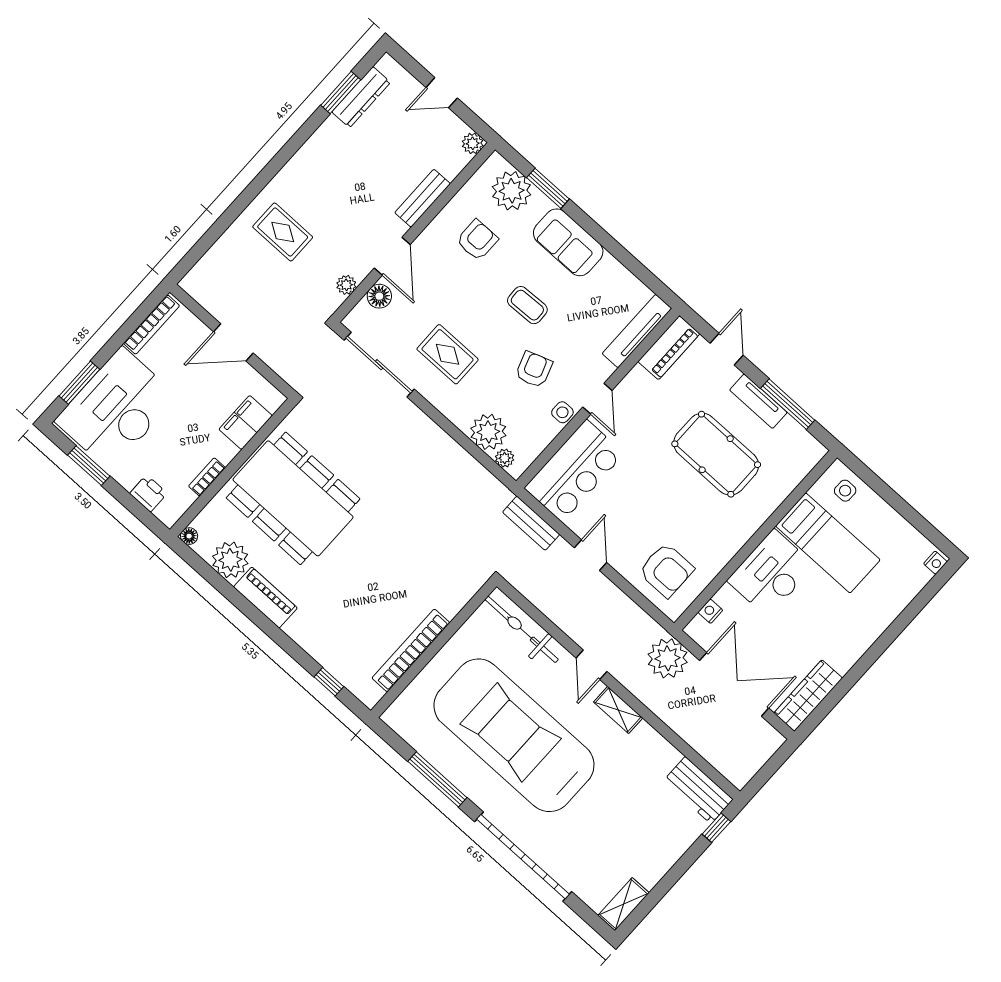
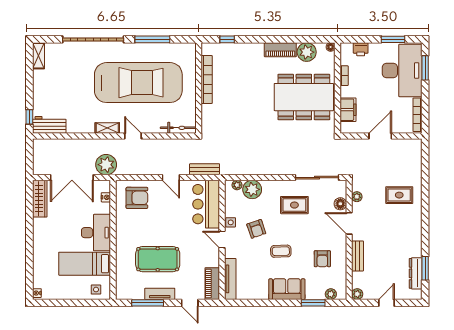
plant: (512, 191) -> (331, 294), width x0.53, depth x0.53
armchair: (666, 570) -> (137, 198), turned 180
bicycle: (522, 629) -> (178, 128), width x0.73, depth x0.71

